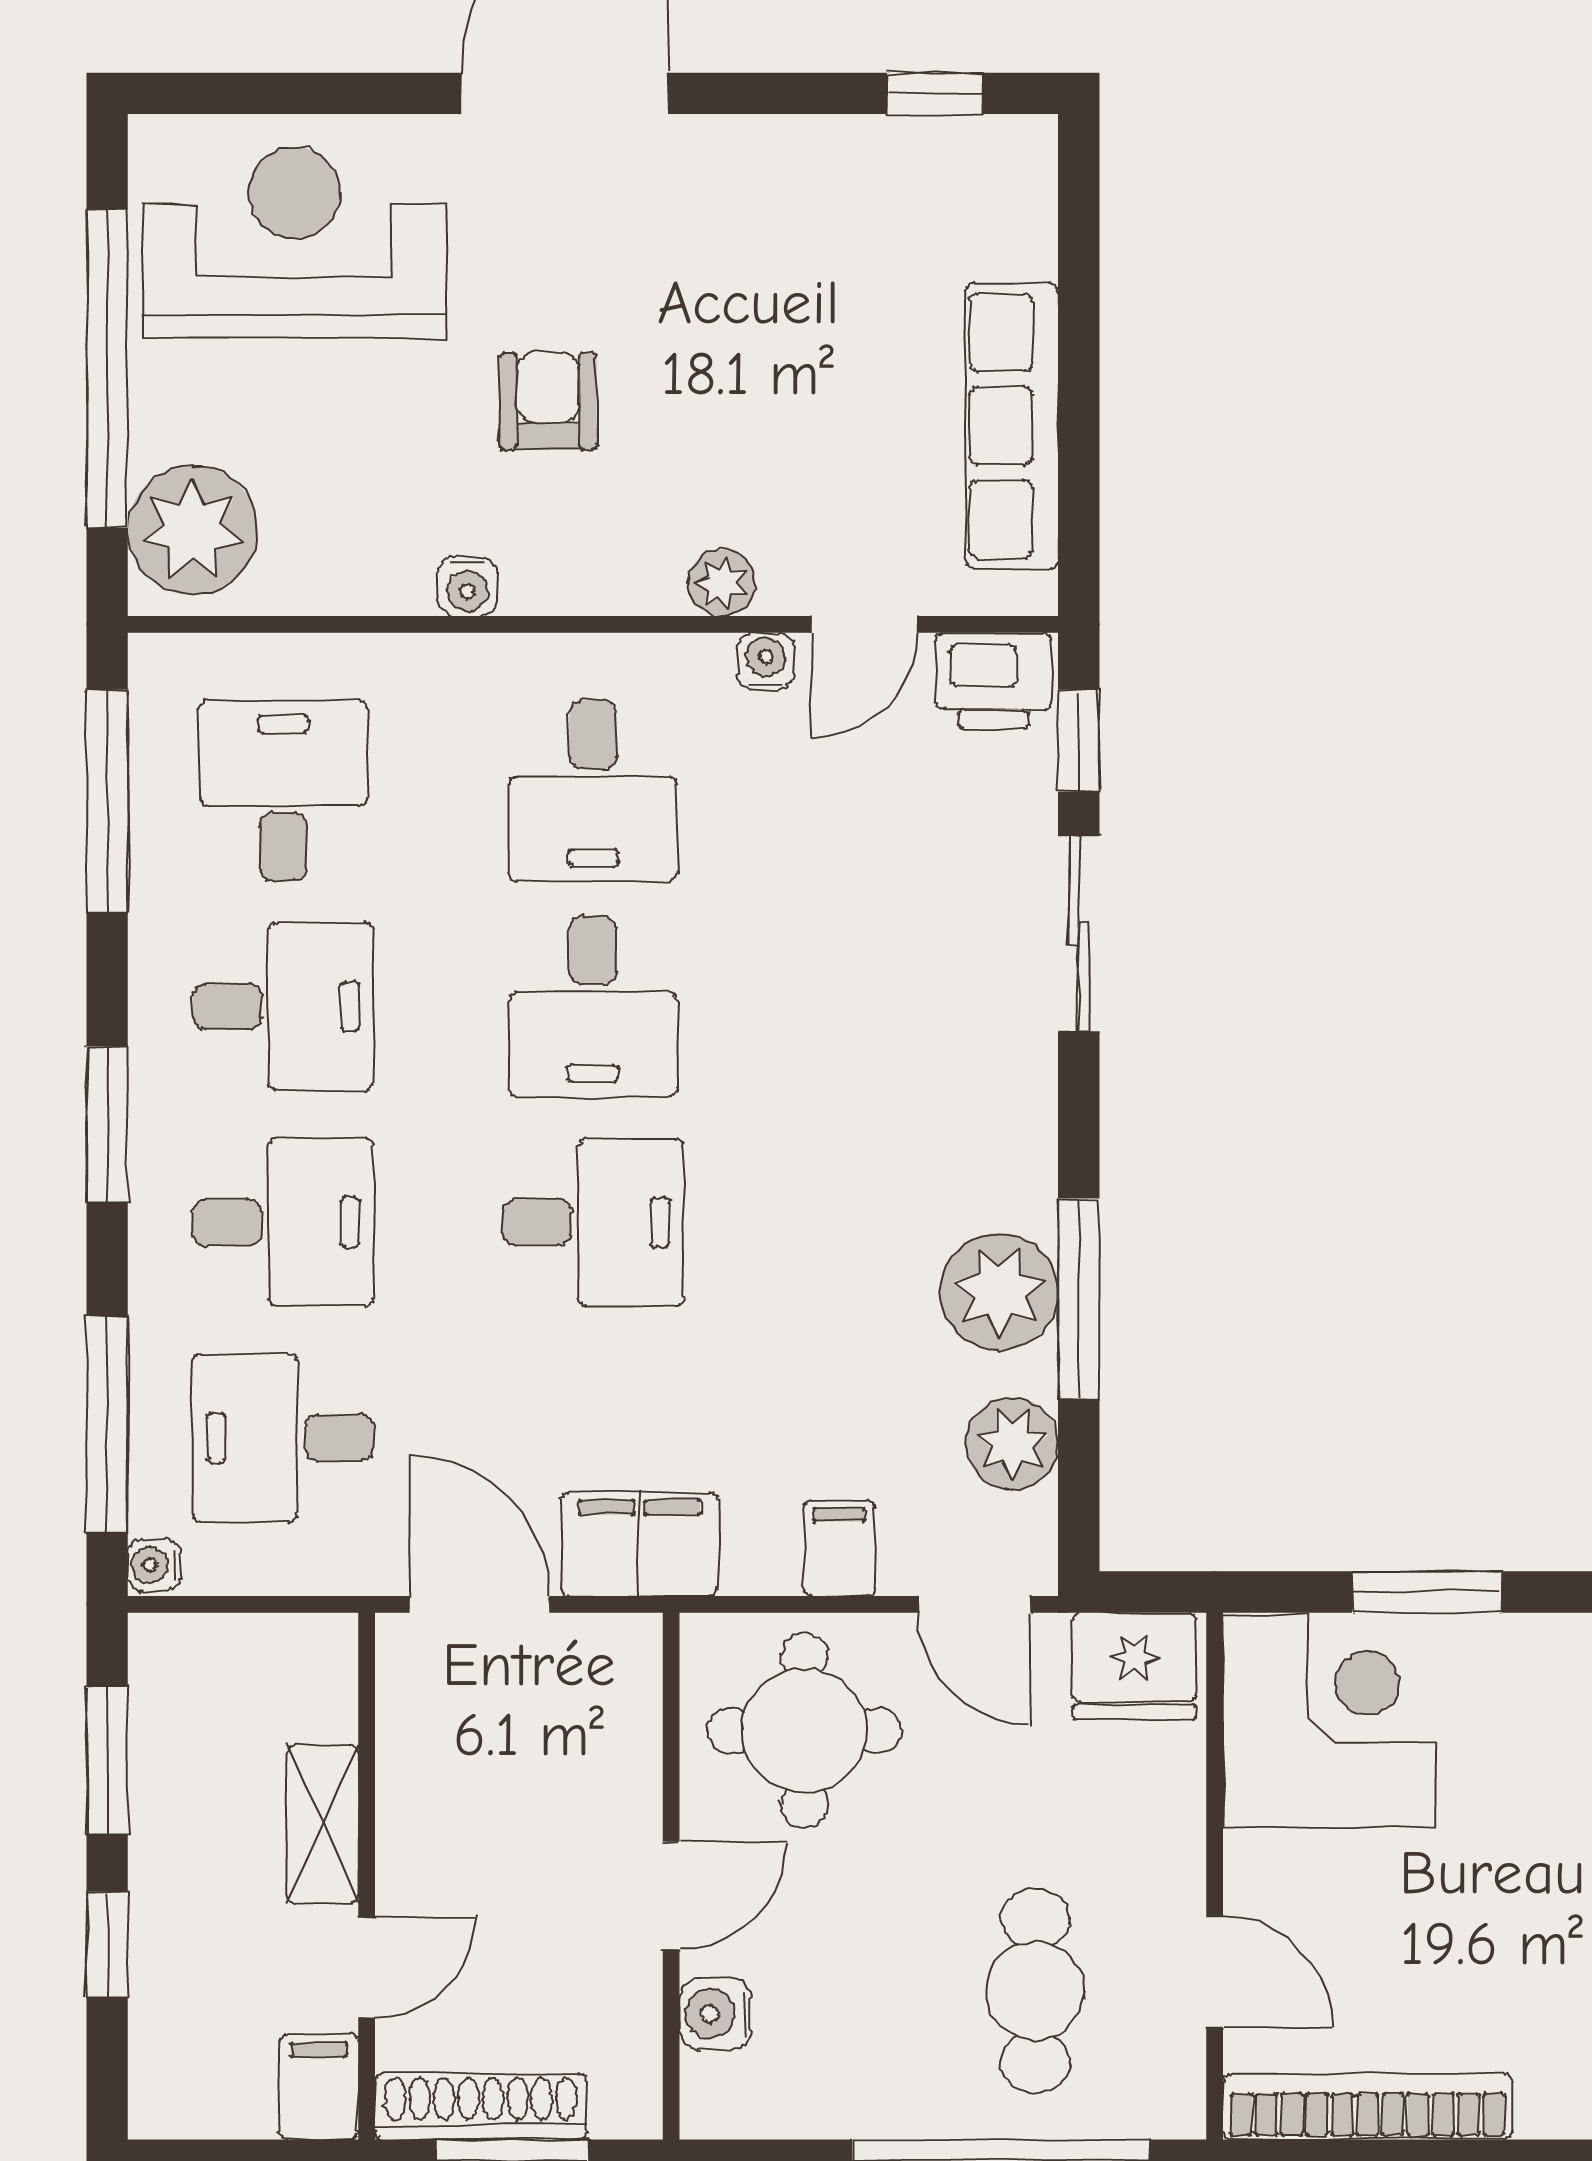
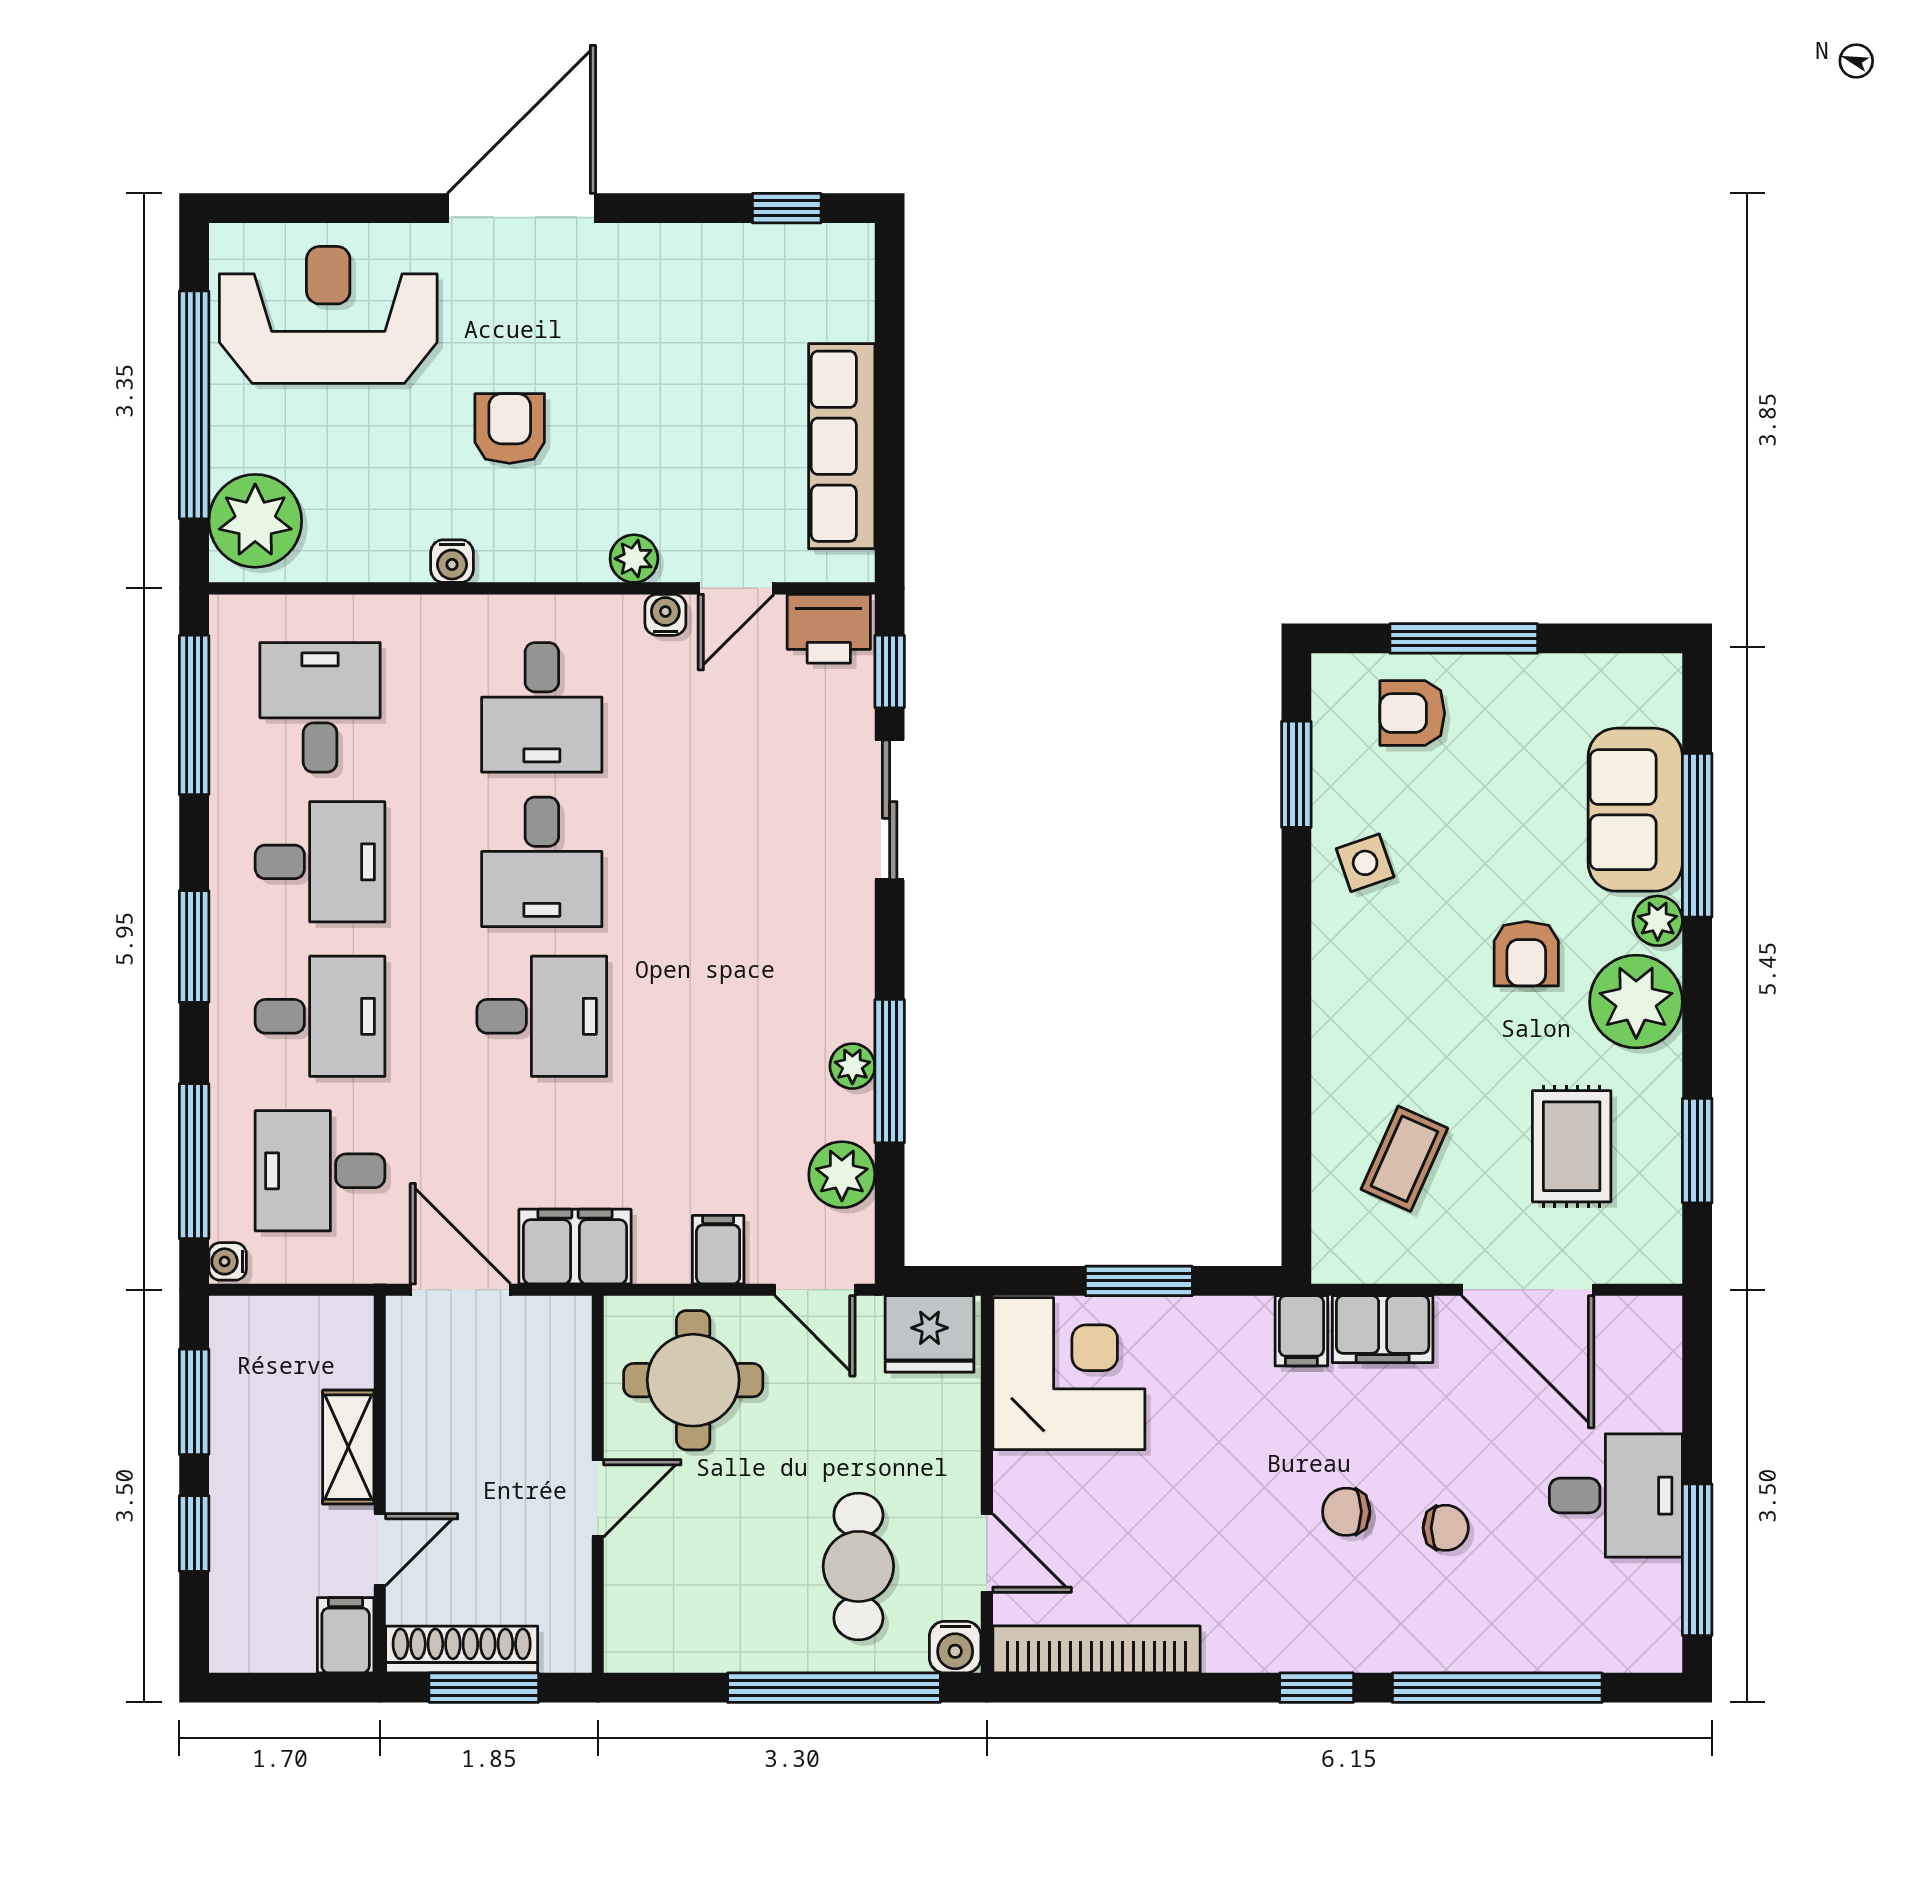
plant: (999, 1292) -> (852, 1066), width x0.53, depth x0.53
water cooler: (716, 2014) -> (955, 1647), moved, turned -90

